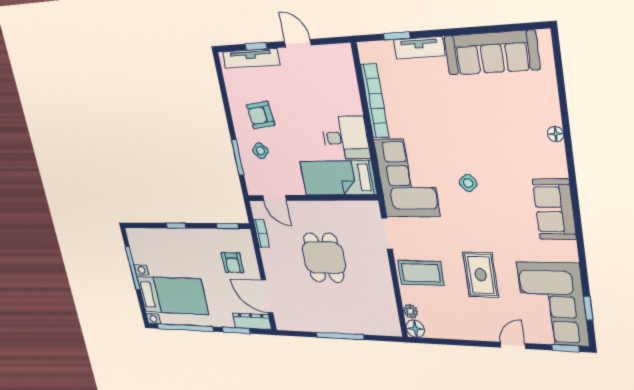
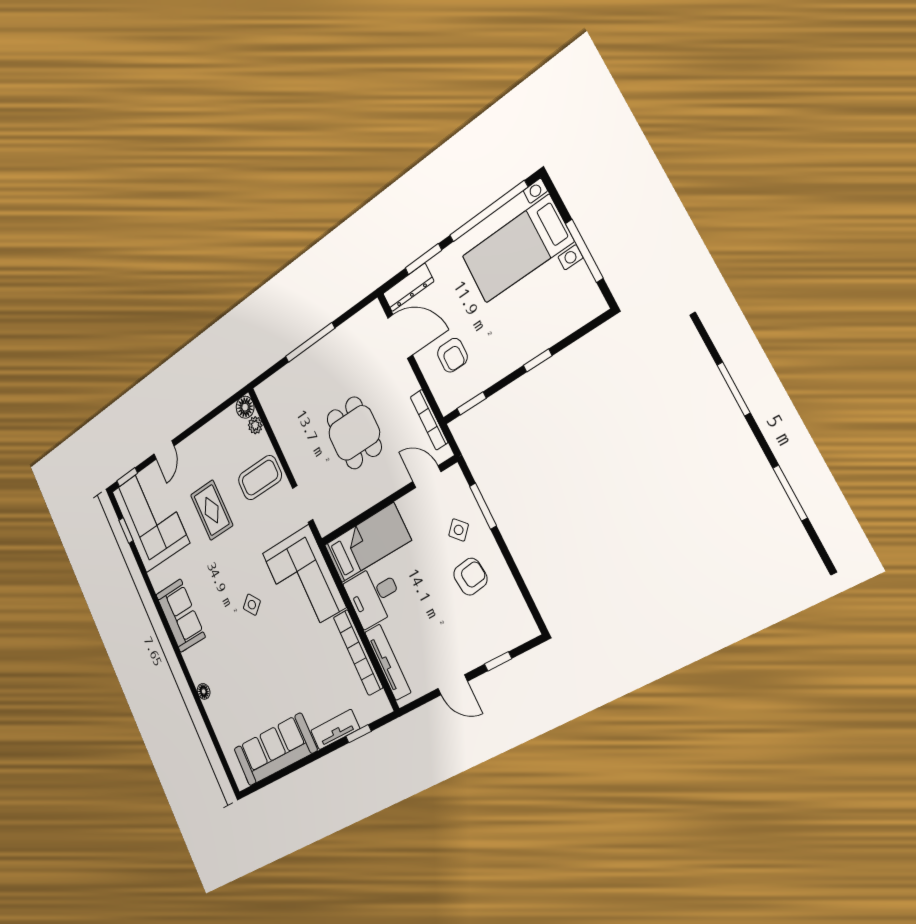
tv unit: (251, 58) -> (388, 662), moved, turned 90
bookcase: (261, 233) -> (429, 420), width x1.56
armchair: (233, 263) -> (452, 355), turned 180

